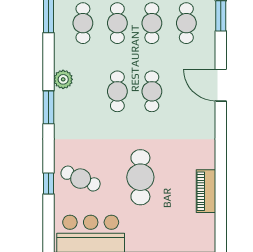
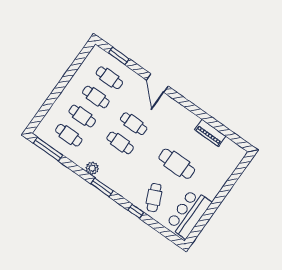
door: (221, 85) -> (157, 83), hinge flipped
cafe table: (81, 179) -> (154, 197), turned -49
window: (49, 183) -> (136, 211), moved

